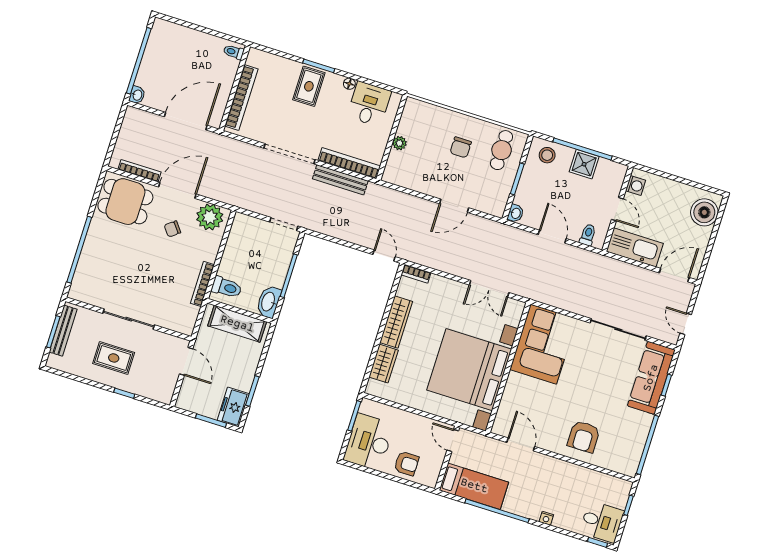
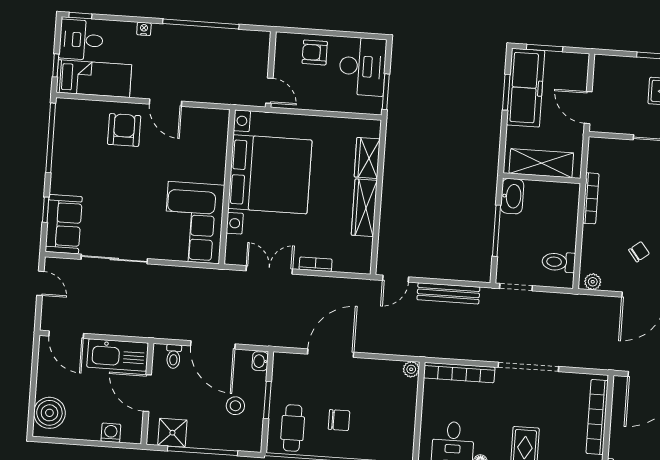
plant: (399, 143) -> (411, 369), moved
chair: (461, 147) -> (339, 420), turned 90
stool: (547, 155) -> (235, 406), moved
shower: (584, 164) -> (172, 433), moved
bench: (340, 180) -> (448, 293), moved
washing machine: (636, 186) -> (111, 433), moved, turned 90
door: (454, 206) -> (331, 353), width x1.36
door: (617, 209) -> (147, 393), width x1.38
plant: (210, 217) -> (593, 282), width x0.53, depth x0.53
door: (552, 237) -> (213, 345), width x1.36
door: (384, 256) -> (396, 279), hinge flipped
bookcase: (416, 274) -> (316, 264), moved
door: (674, 275) -> (66, 335), hinge flipped
toilet: (227, 287) -> (559, 262), moved
sofa: (651, 378) -> (64, 224), width x0.73
freezer: (233, 407) -> (526, 88), width x1.91, depth x1.26
door: (521, 444) -> (165, 103), moved
bed: (474, 486) -> (94, 79), moved, turned 180

